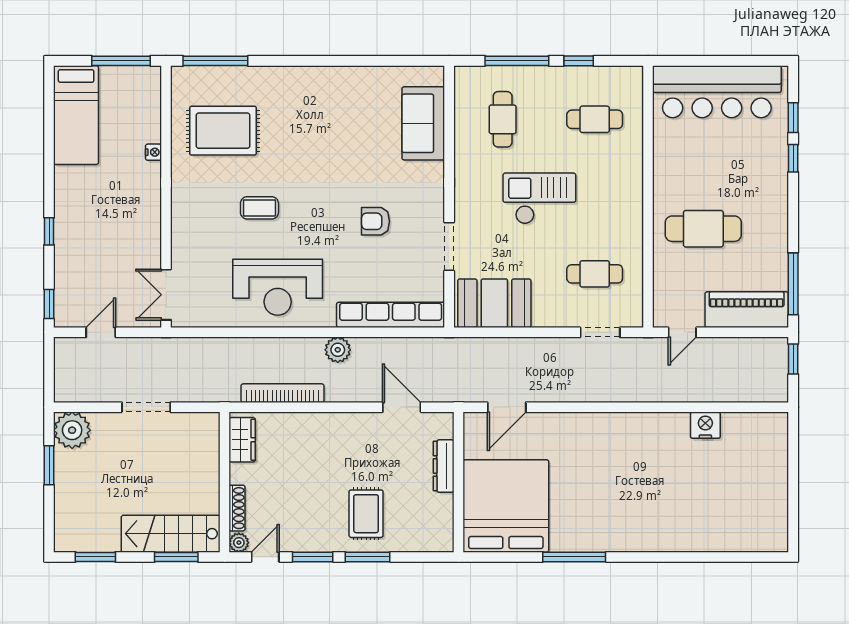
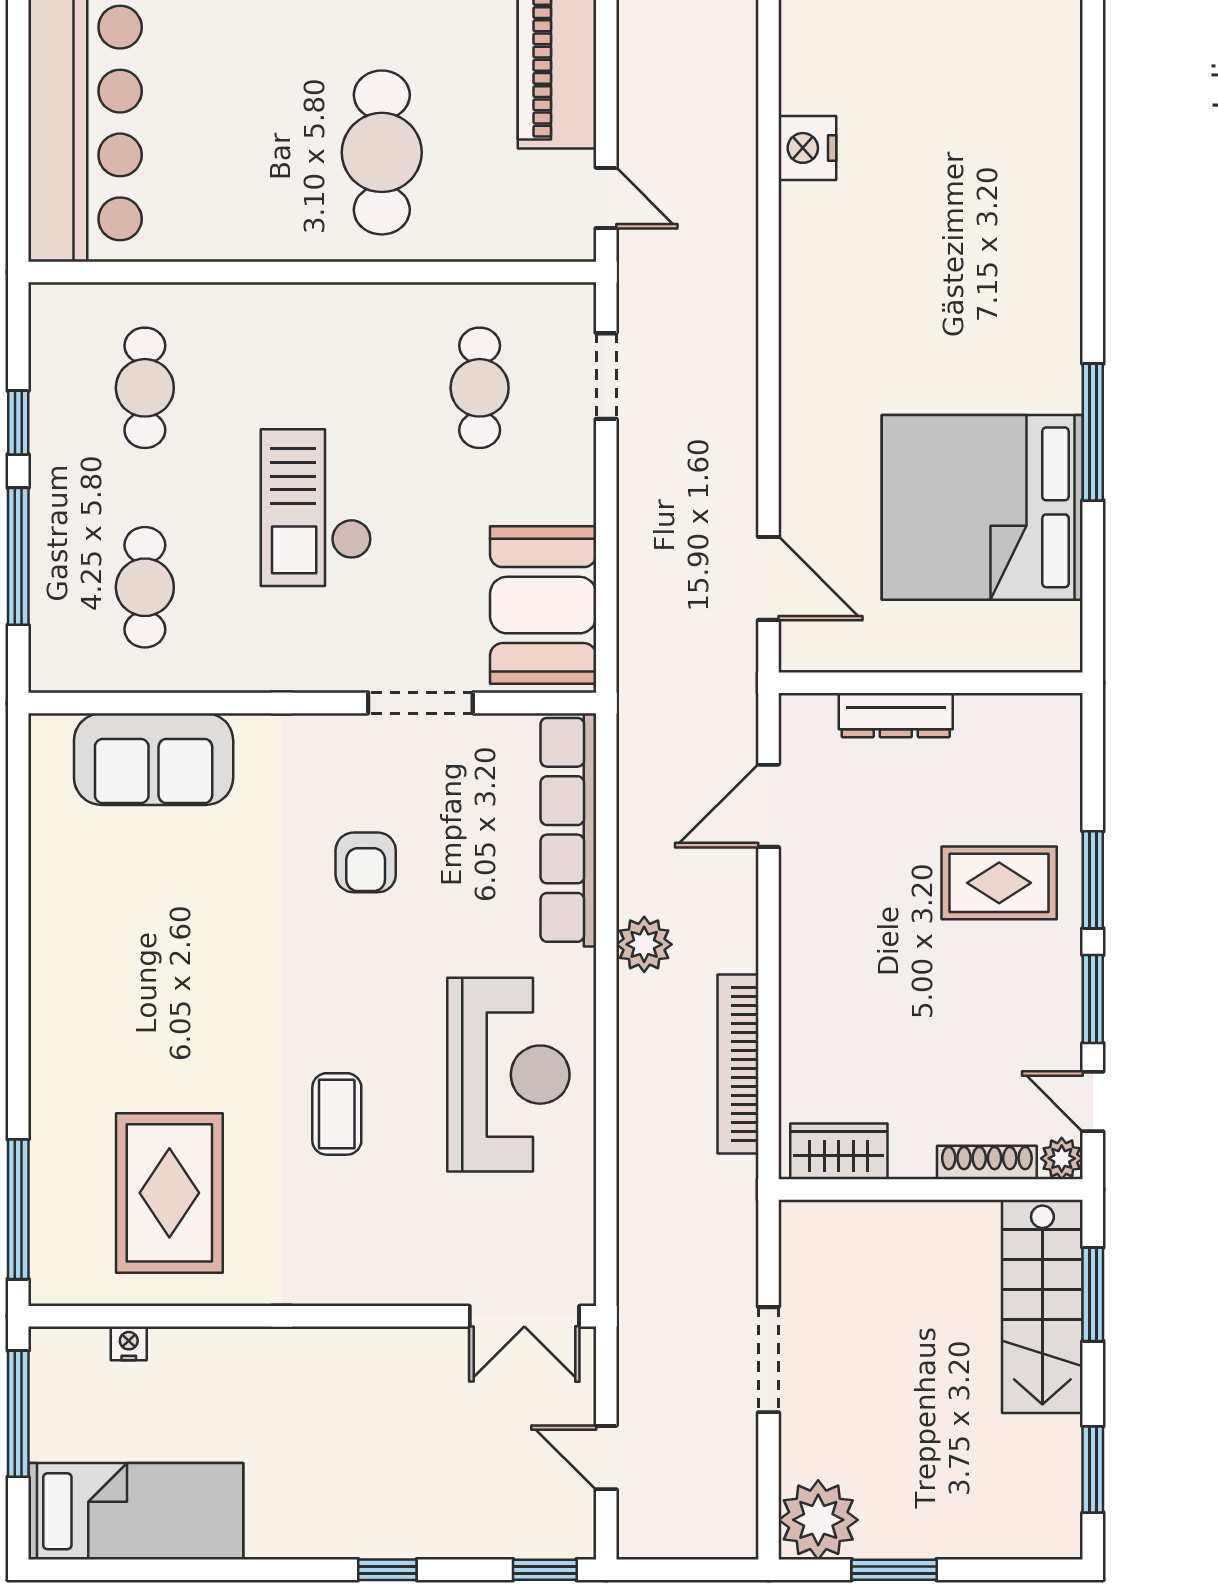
cafe table: (503, 119) -> (145, 587), turned 90
nightstand: (154, 152) -> (129, 1343), moved
bed: (506, 506) -> (982, 507), moved

